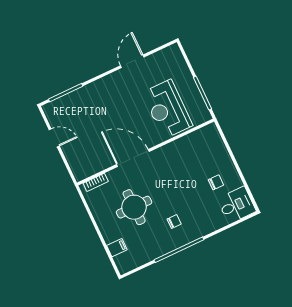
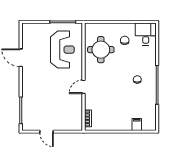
reception desk: (167, 109) -> (62, 50), turned -90
door: (54, 138) -> (47, 132), swing flipped
door: (133, 158) -> (84, 87), width x0.53
round table: (134, 207) -> (101, 50), moved

